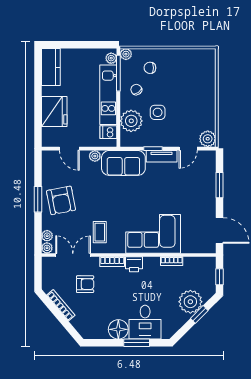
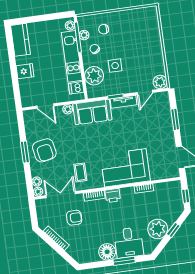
plant: (126, 54) -> (84, 35), moved
fridge: (54, 112) -> (25, 71), width x0.53, depth x0.75
plant: (190, 302) -> (158, 229), moved

